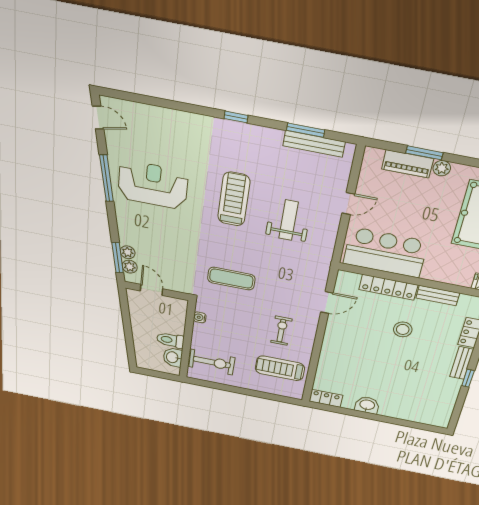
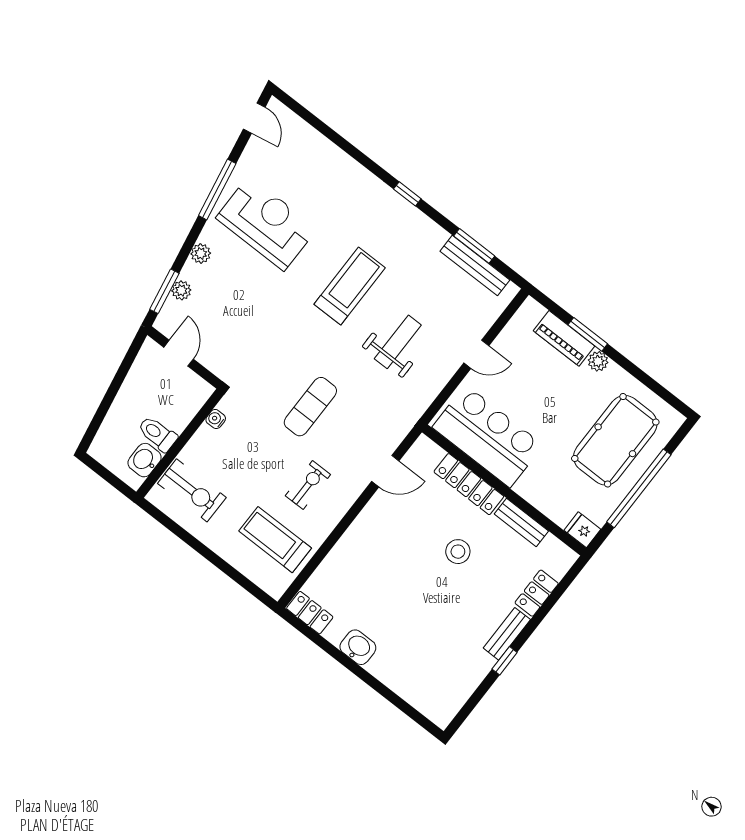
plant: (130, 267) -> (201, 253), moved
exercise mat: (231, 279) -> (310, 407), moved, turned 90

